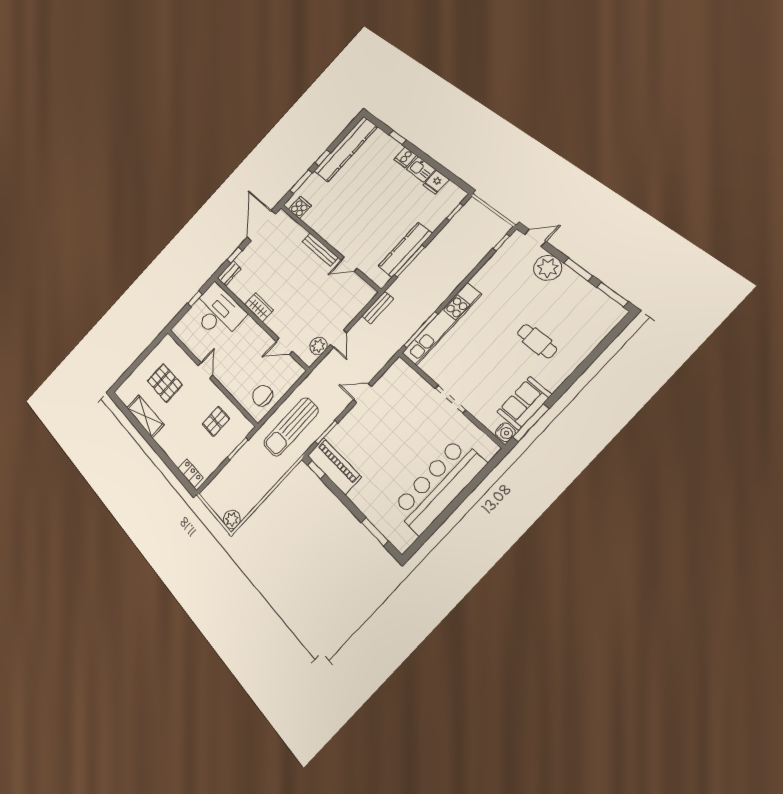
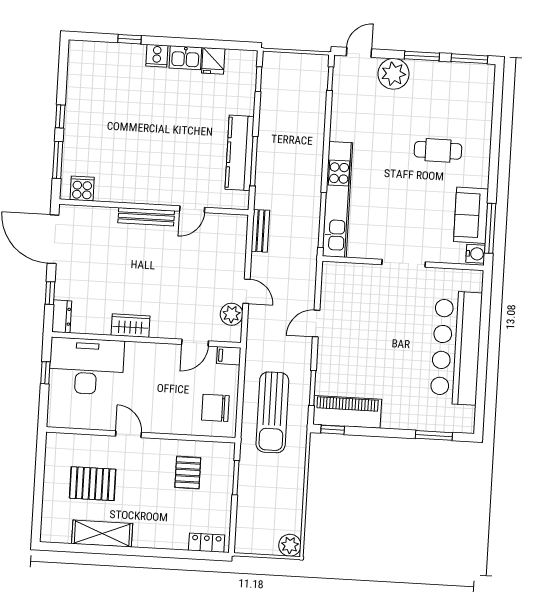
kitchen counter: (346, 149) -> (79, 90), removed
filing cabinet: (296, 370) -> (229, 356), added

